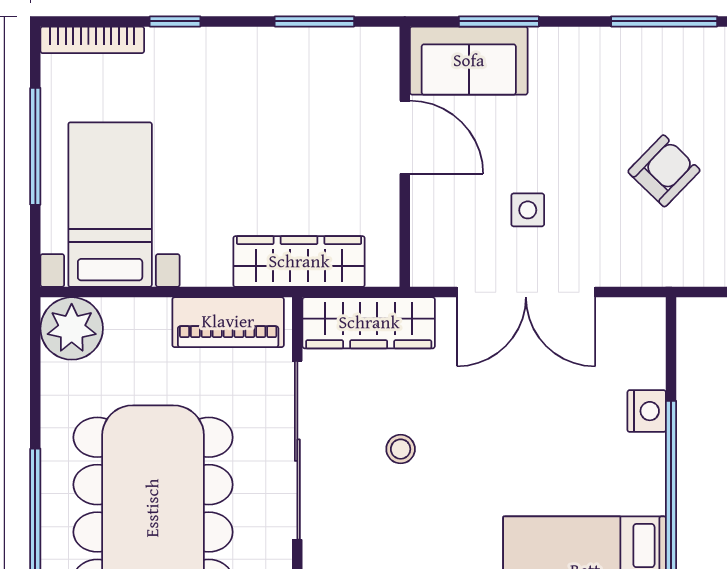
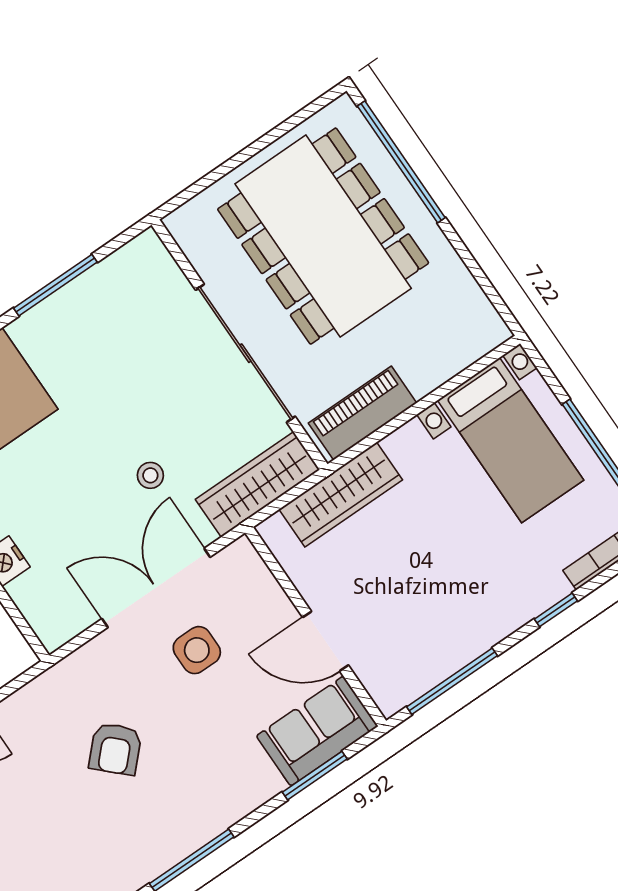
window: (314, 21) -> (452, 681), width x1.44
side table: (528, 210) -> (197, 650), width x1.37, depth x1.37
plant: (72, 328) -> (476, 328), removed
stool: (401, 449) -> (150, 475), moved

